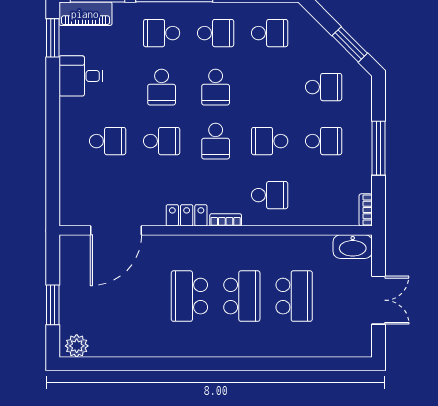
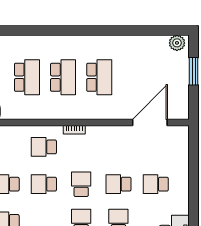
school desk: (270, 141) -> (44, 184), turned 180
locker: (187, 215) -> (101, 133), removed
school desk: (242, 296) -> (63, 77), turned 180
school desk: (294, 296) -> (27, 77), turned 180

